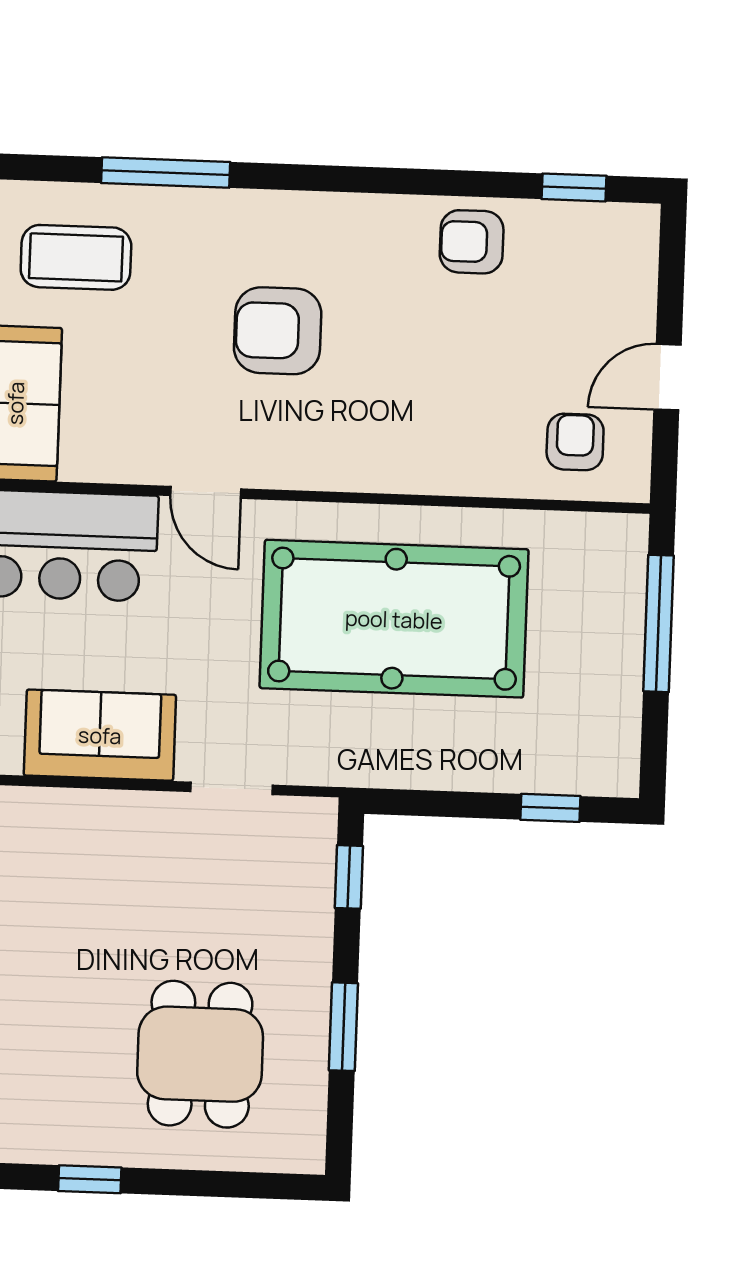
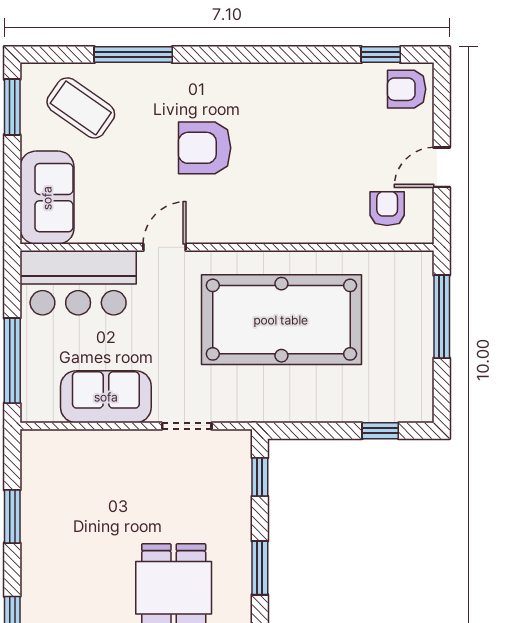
armchair: (472, 242) -> (407, 89), moved
coffee table: (76, 257) -> (81, 108), turned 35
door: (206, 492) -> (165, 247), swing flipped

